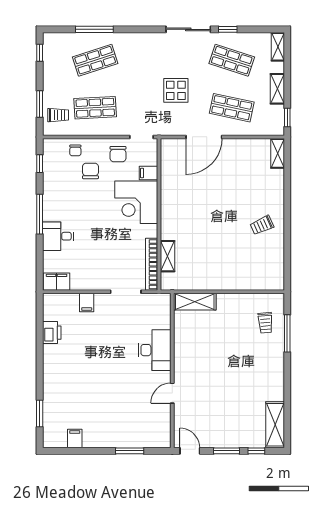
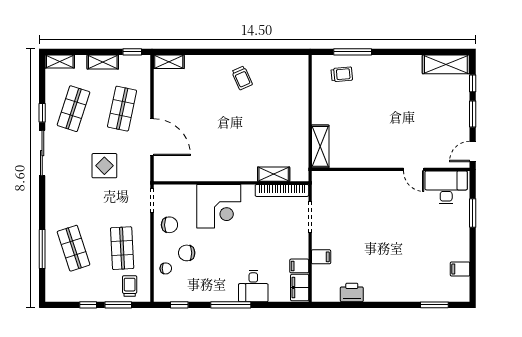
window: (40, 53) -> (88, 305), moved
filing cabinet: (148, 173) -> (299, 266), moved, turned 90
desk: (155, 350) -> (446, 187), moved

